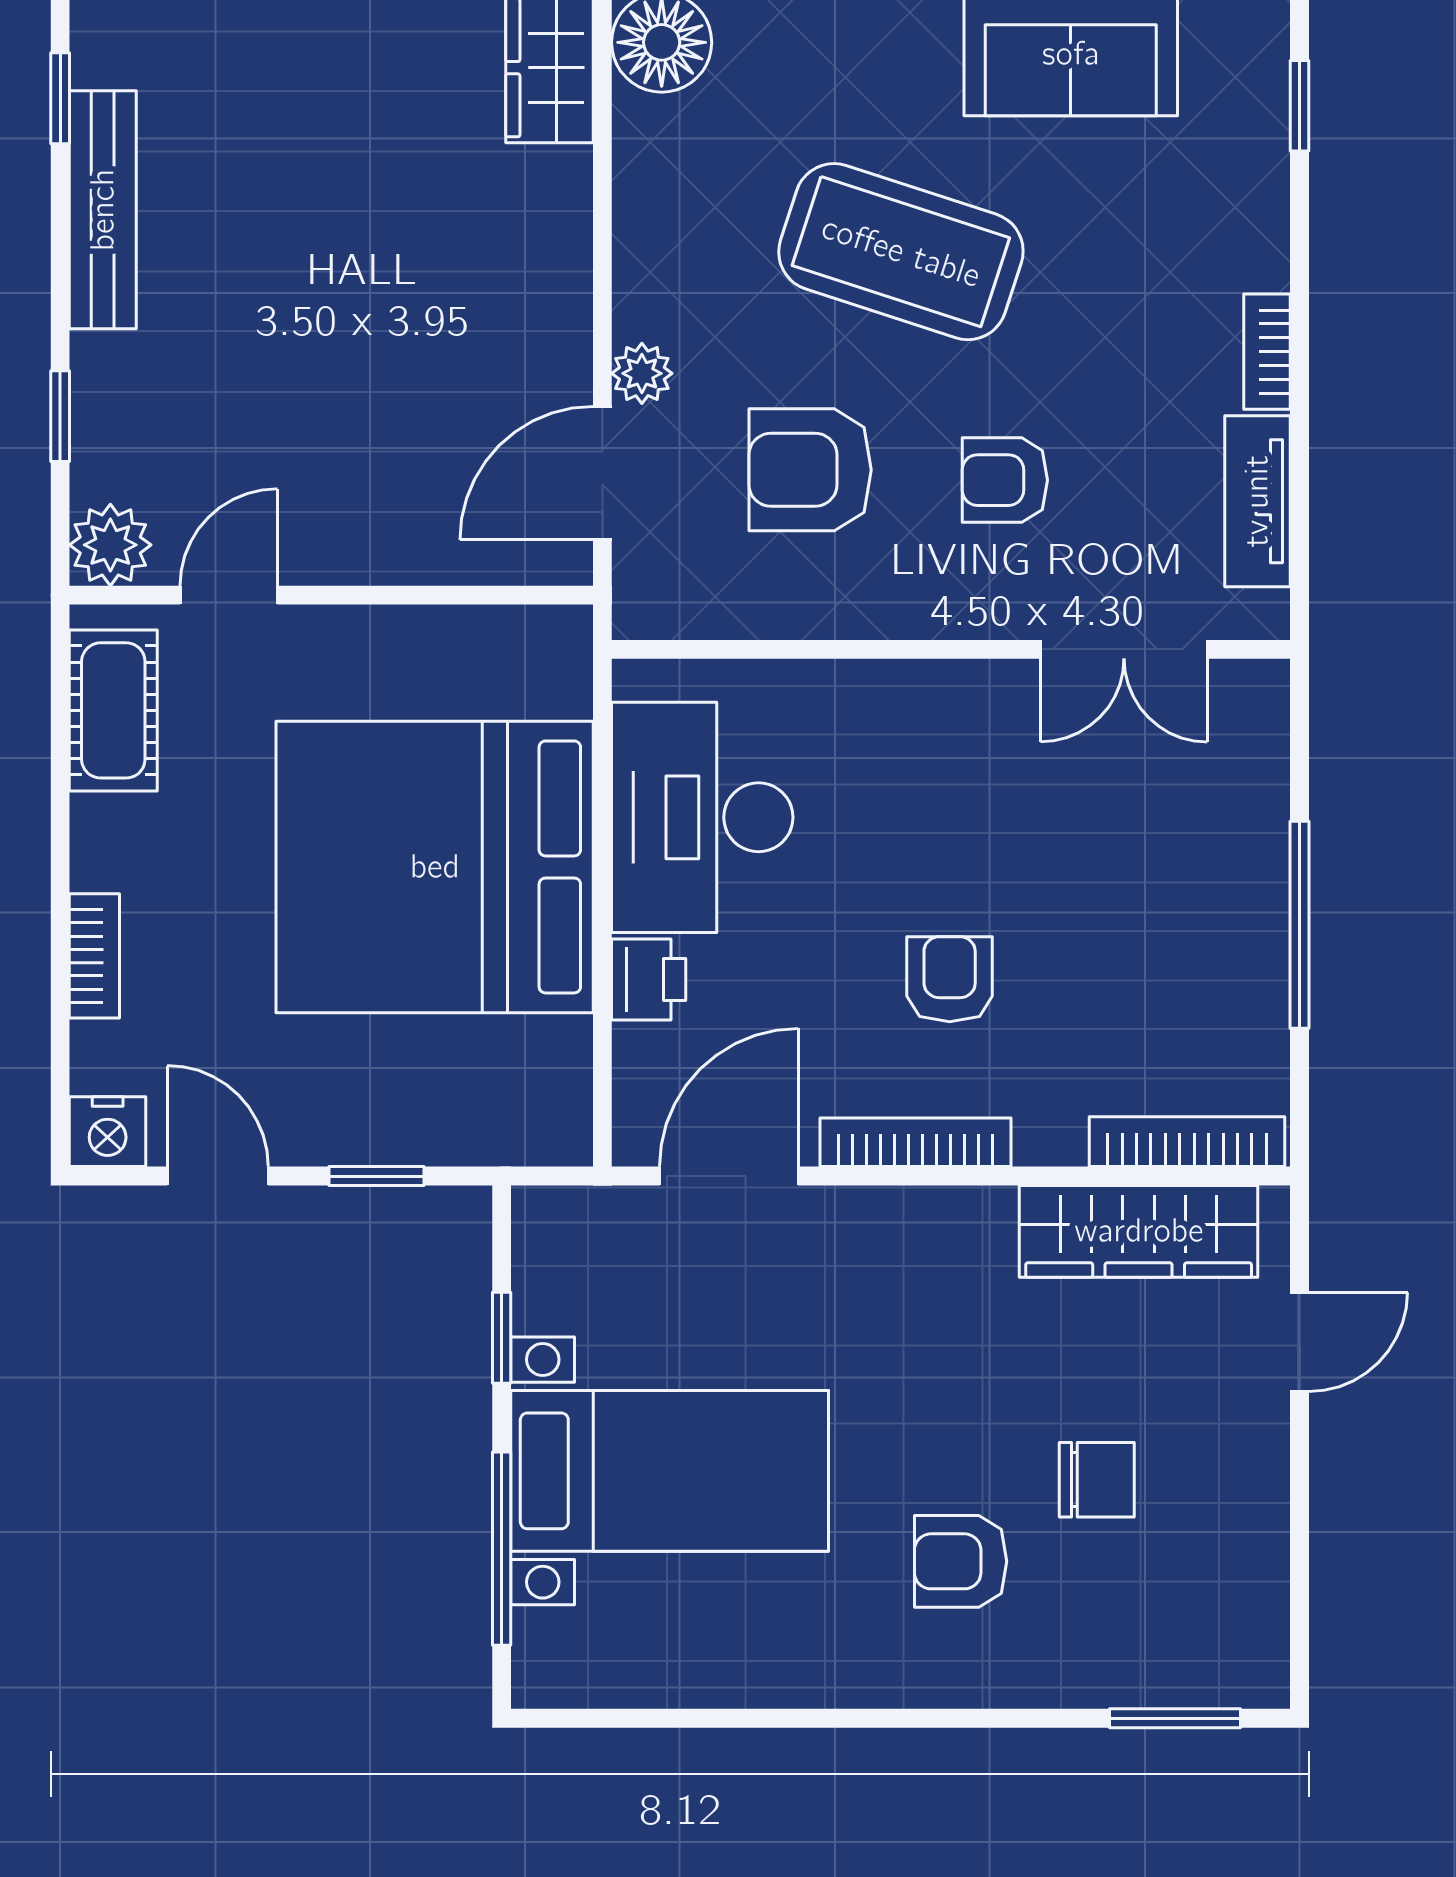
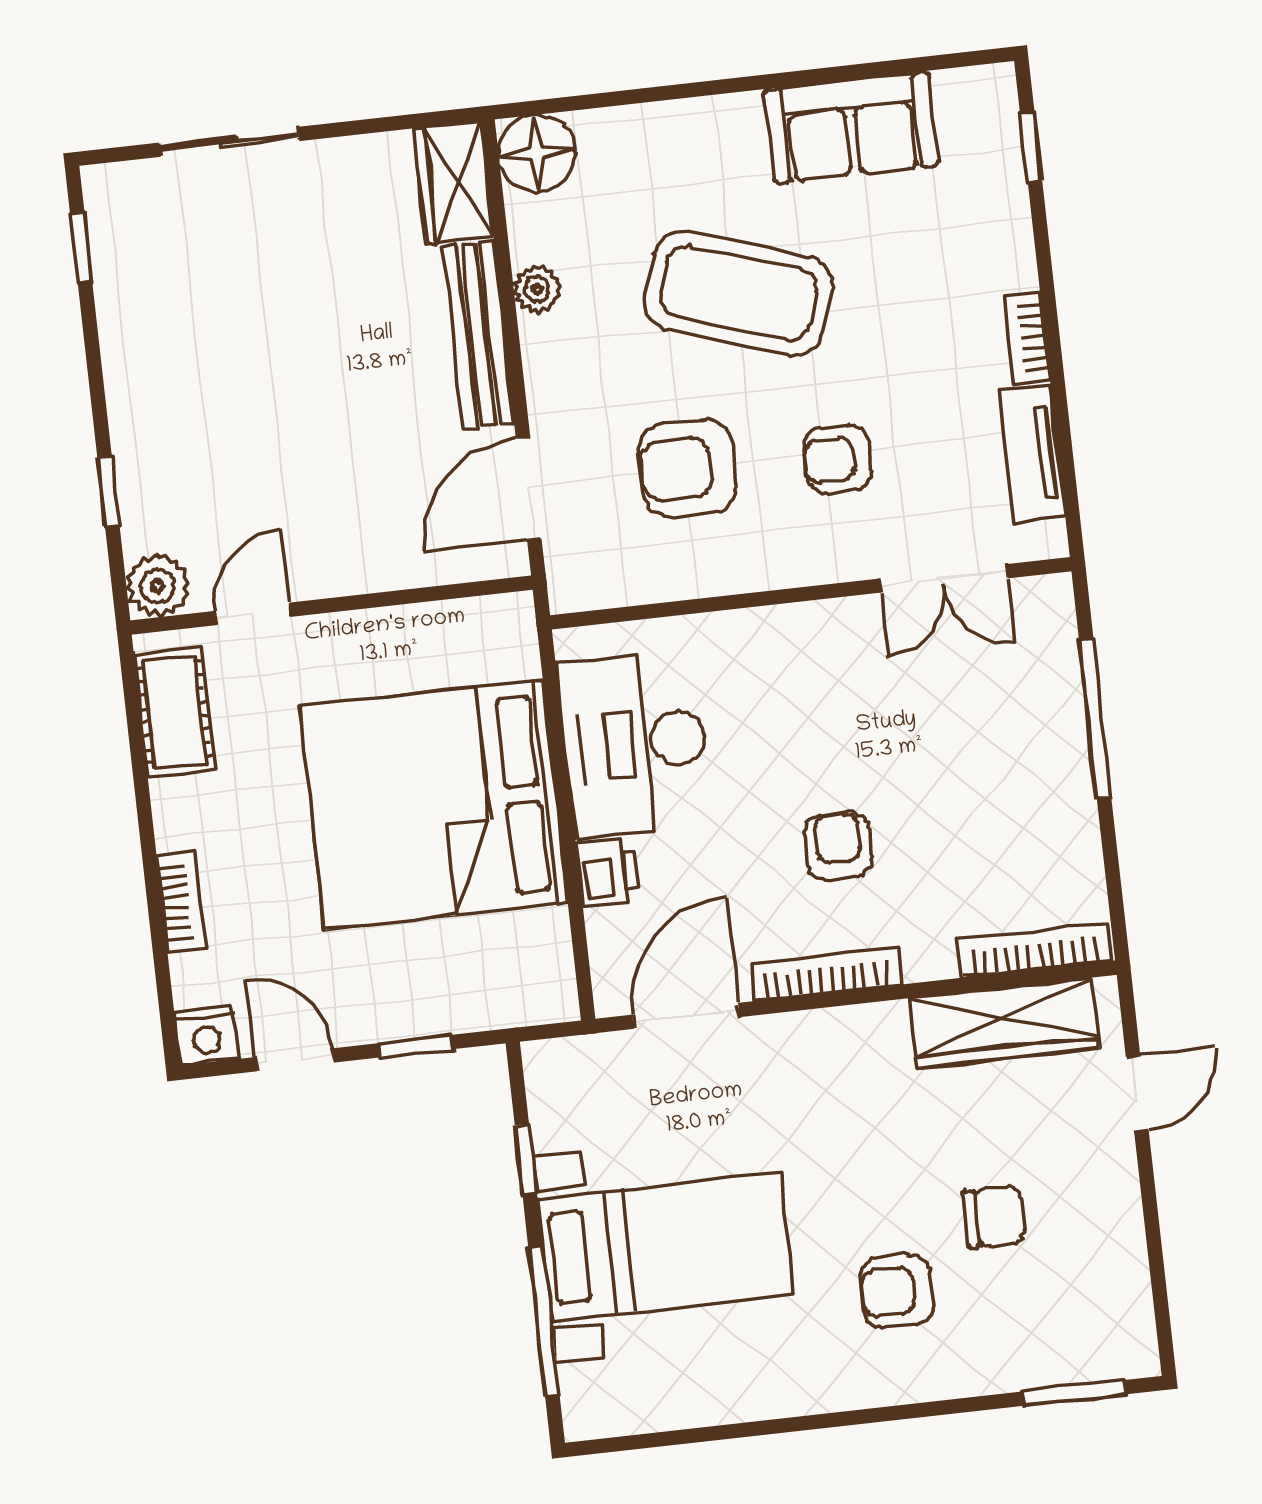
bench: (103, 210) -> (478, 335), moved
plant: (642, 373) -> (537, 289), moved
window: (1300, 925) -> (1095, 719), moved

